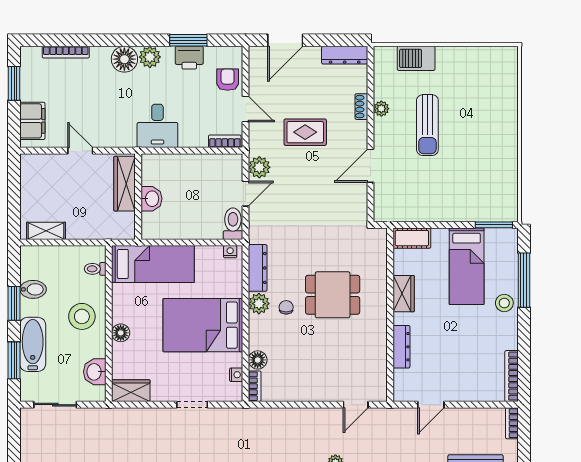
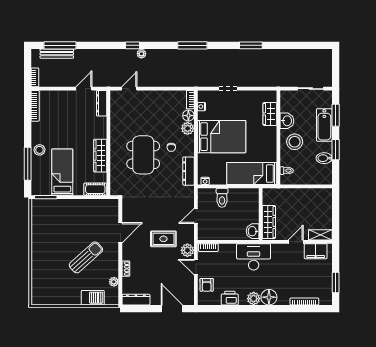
window: (188, 40) -> (230, 309), removed
door: (285, 40) -> (172, 309), hinge flipped
plant: (381, 109) -> (114, 282), moved
filing cabinet: (32, 121) -> (316, 251), moved, turned -90
sun lounger: (427, 125) -> (86, 257), turned 48
desk: (157, 126) -> (254, 257), width x1.37
rug: (305, 132) -> (163, 239), moved
door: (80, 151) -> (296, 242), swing flipped
plant: (259, 167) -> (187, 250), moved
washbasin: (151, 199) -> (253, 231), moved
toilet: (233, 224) -> (222, 198), moved
shelving: (46, 231) -> (320, 235), moved
wardrobe: (404, 294) -> (100, 156), width x1.50
dining table: (333, 295) -> (143, 155), width x1.38
plant: (259, 304) -> (188, 128), moved
floor lamp: (121, 333) -> (271, 132), removed
dresser: (401, 347) -> (102, 103), moved
washbasin: (95, 372) -> (287, 121), moved
wardrobe: (131, 391) -> (270, 114), moved, turned 90

